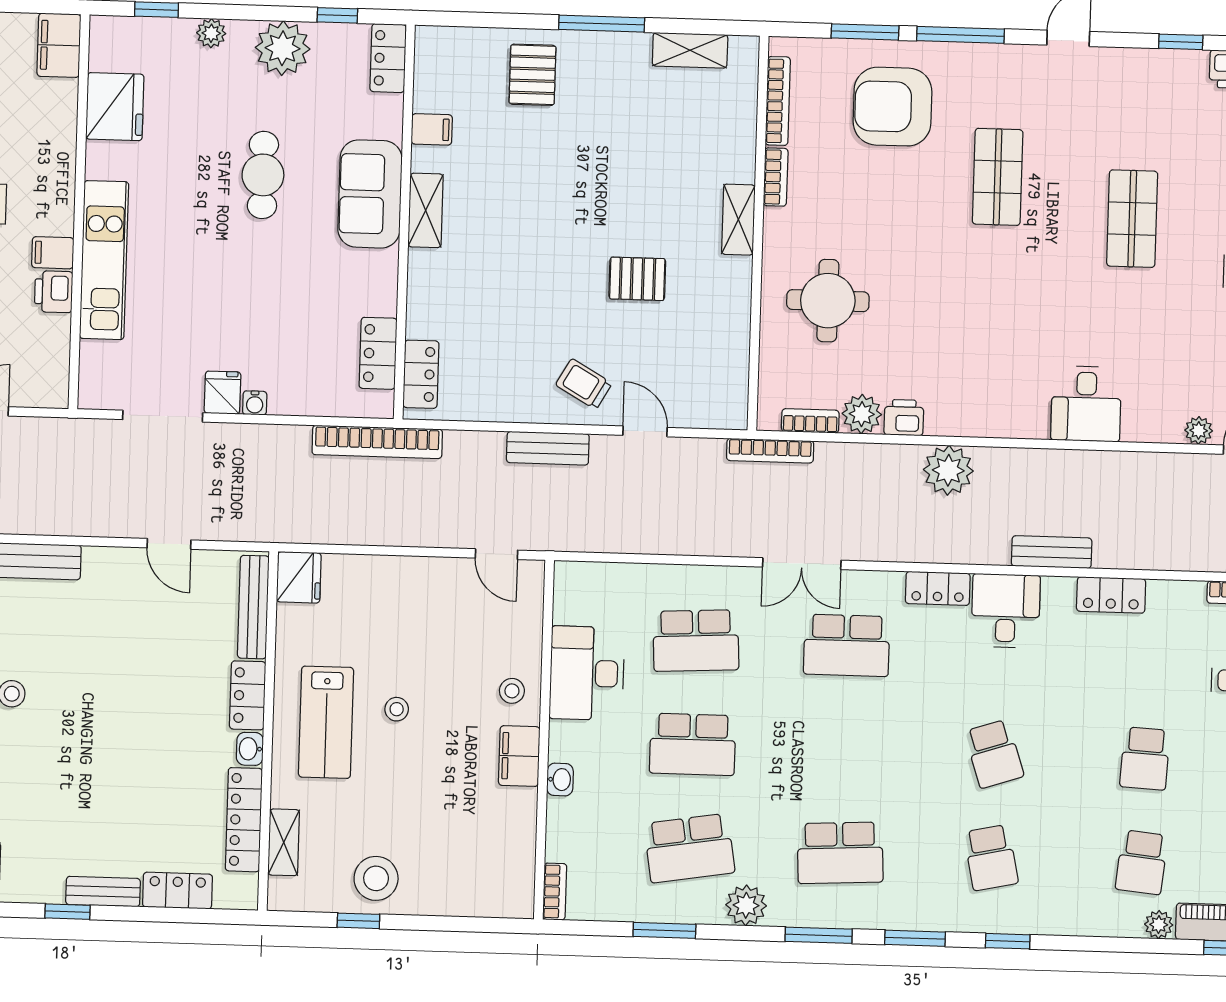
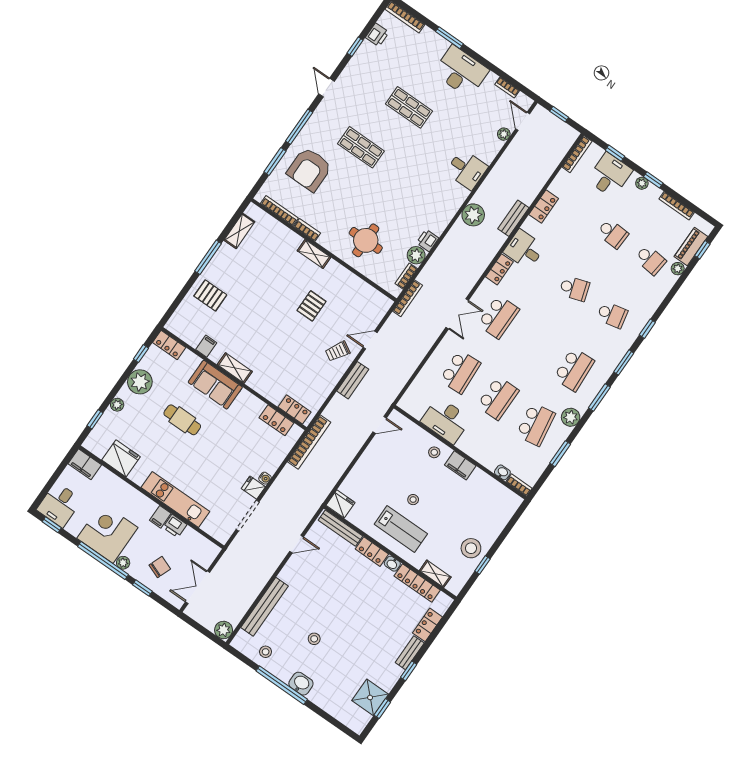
plant: (948, 470) -> (473, 215), moved
washbasin: (560, 780) -> (502, 472), moved

